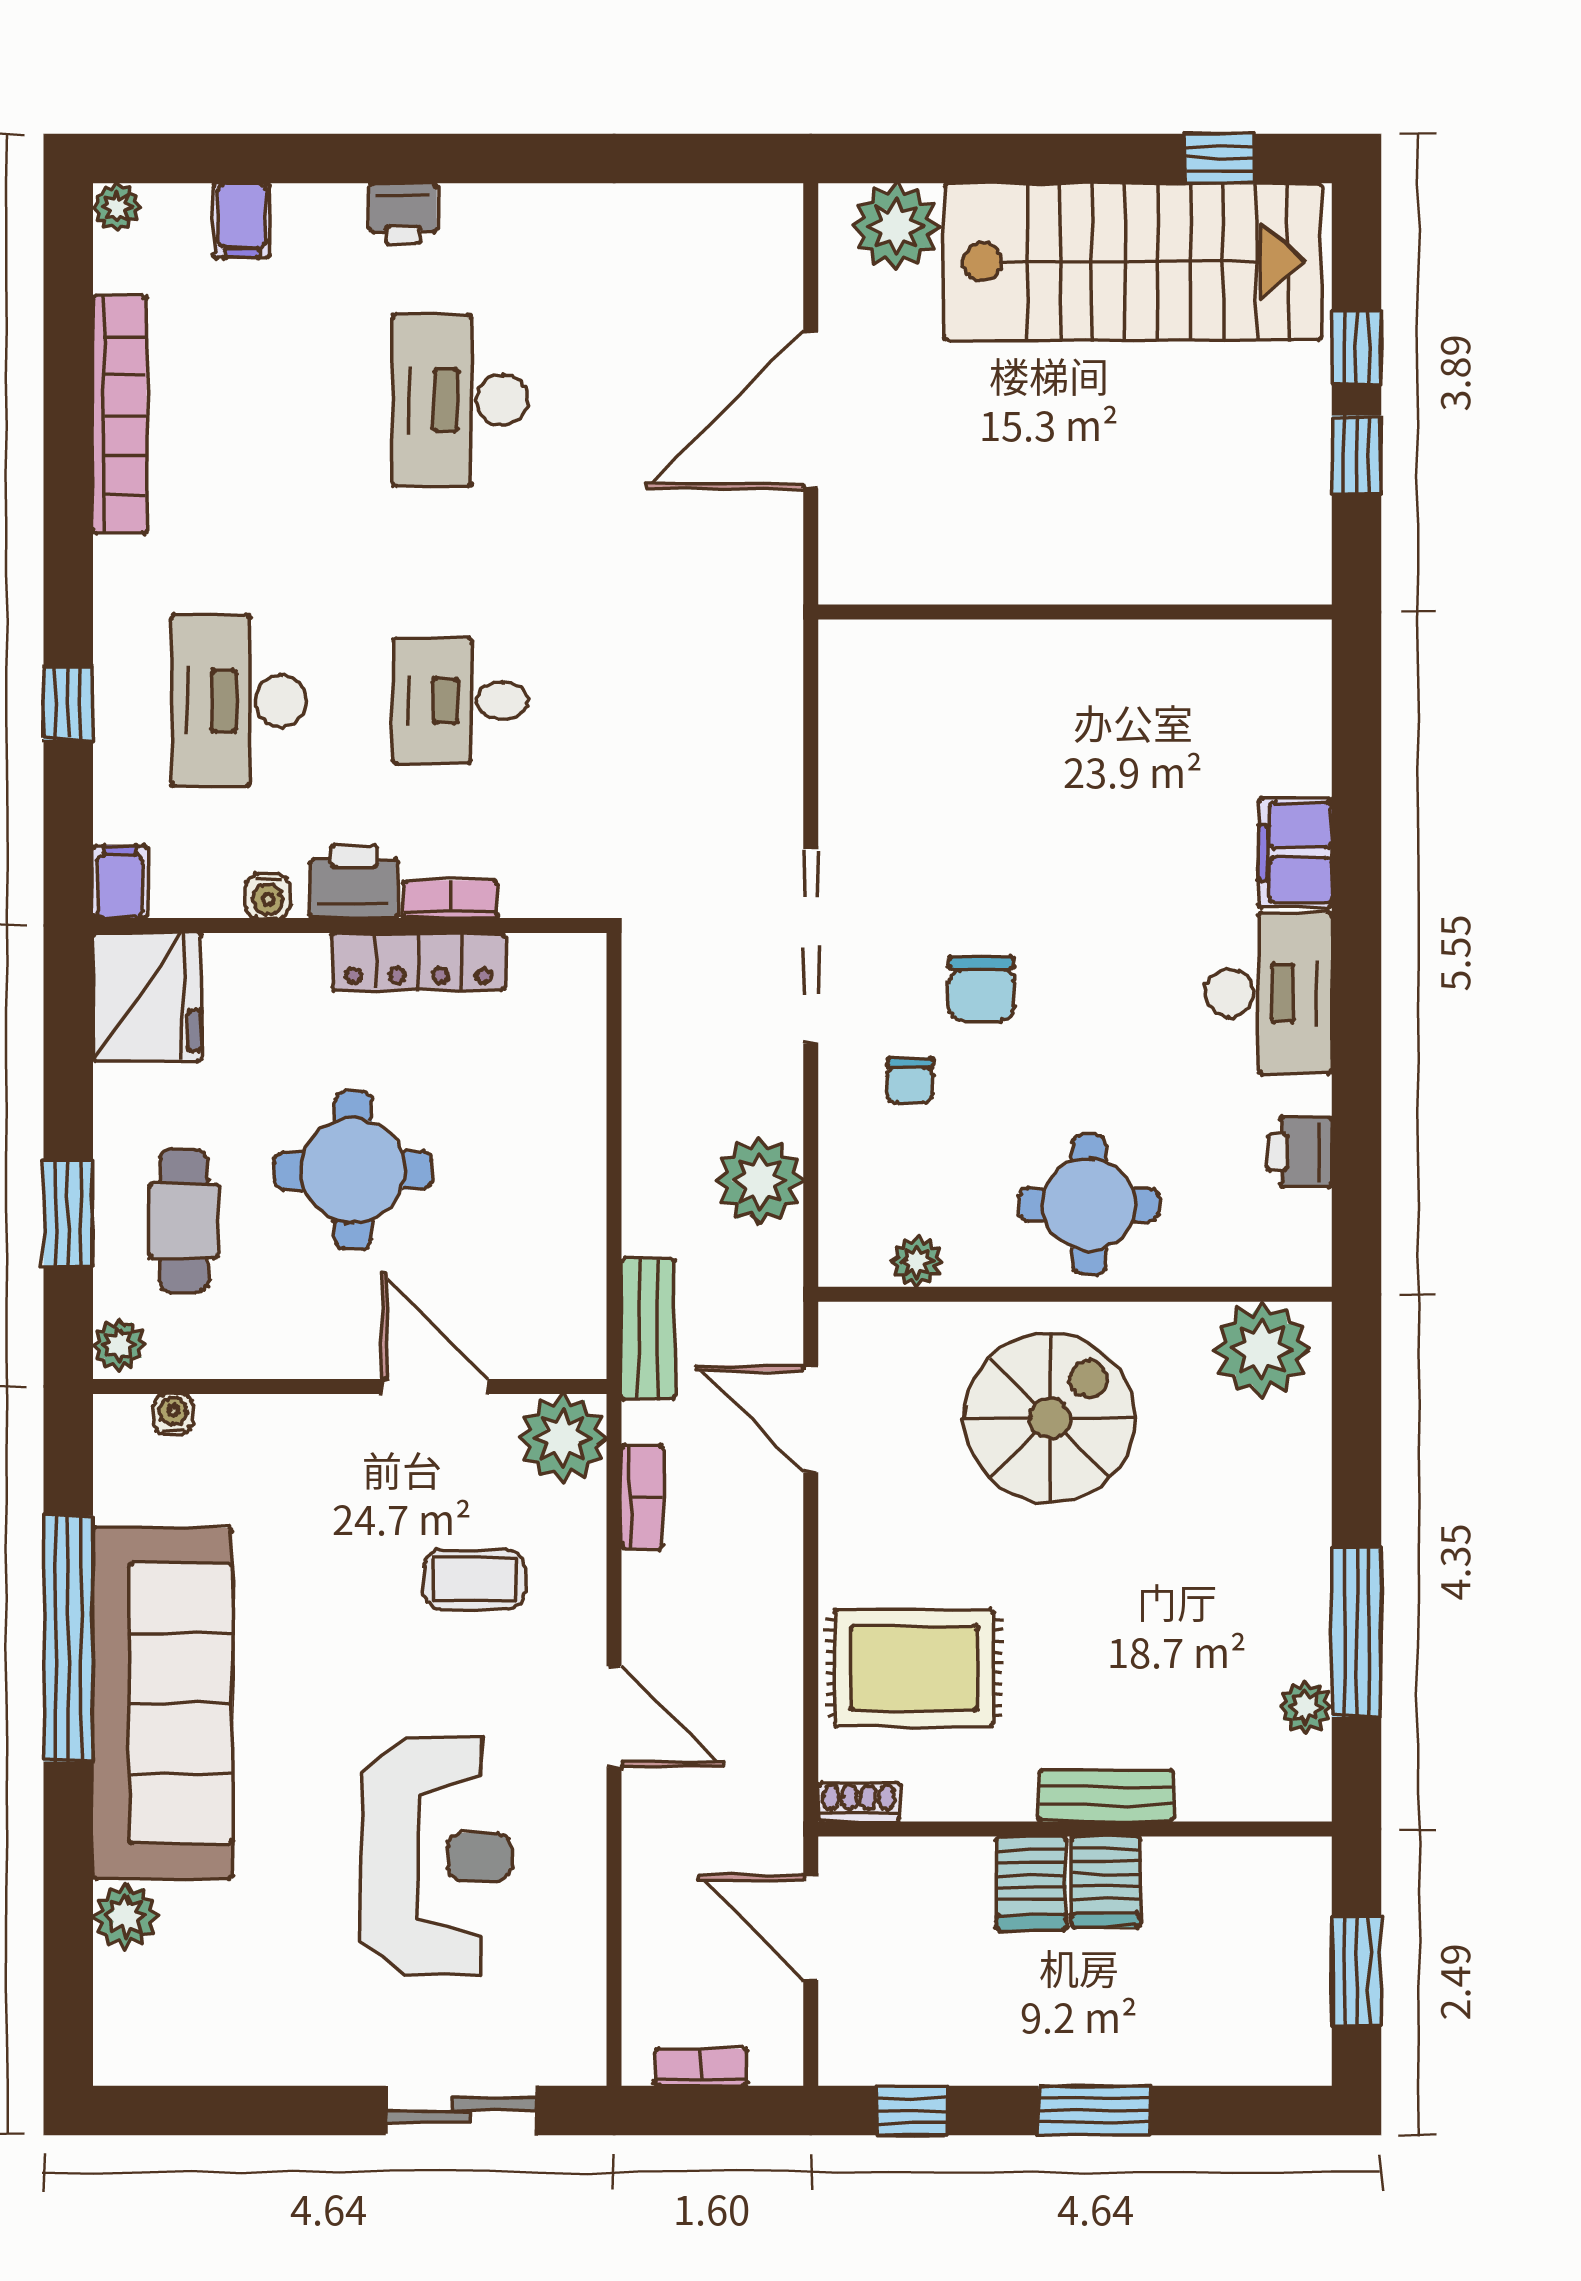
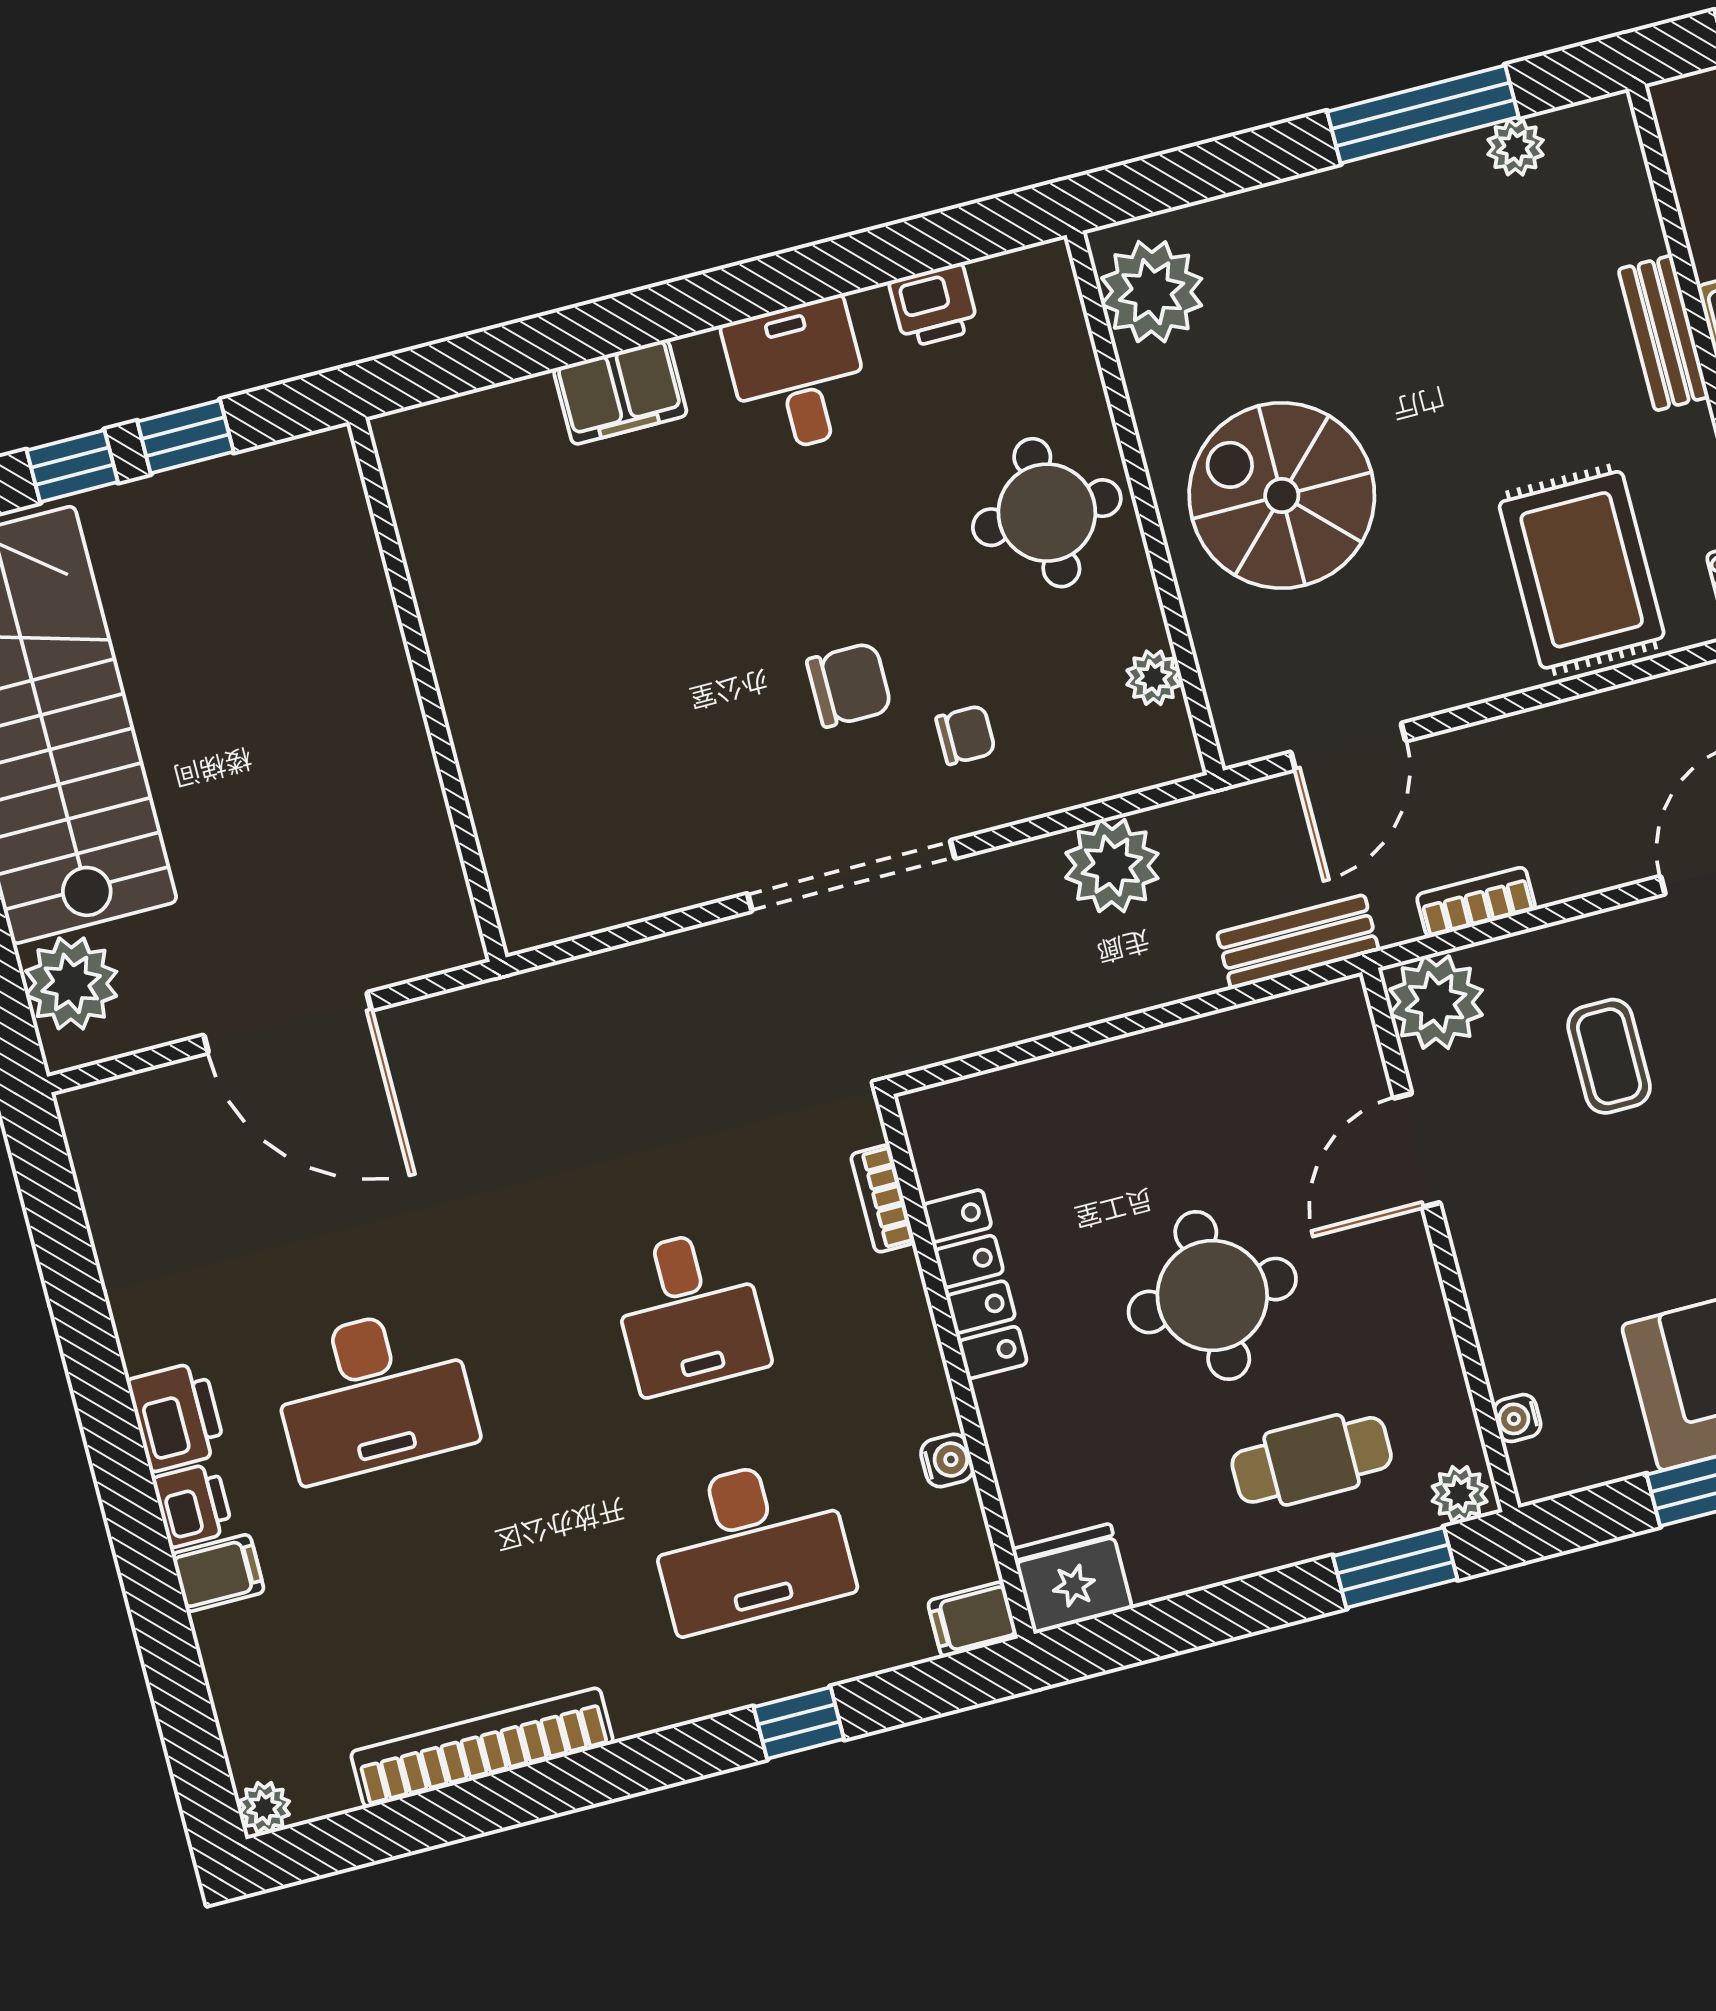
filing cabinet: (242, 220) -> (218, 1573), moved
printer: (354, 882) -> (176, 1417), moved, turned 180
bookcase: (450, 899) -> (883, 1199), moved
desk: (1269, 993) -> (798, 376), width x0.73
fridge: (147, 997) -> (1072, 1579), width x0.73, depth x0.75
window: (68, 1213) -> (1395, 1568), moved

